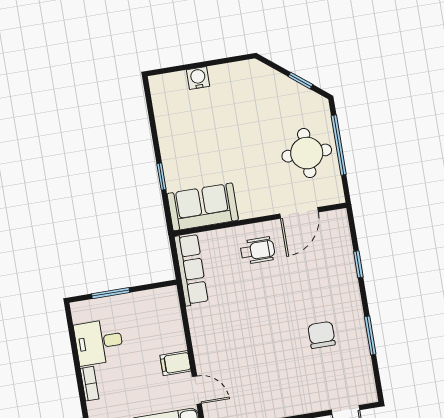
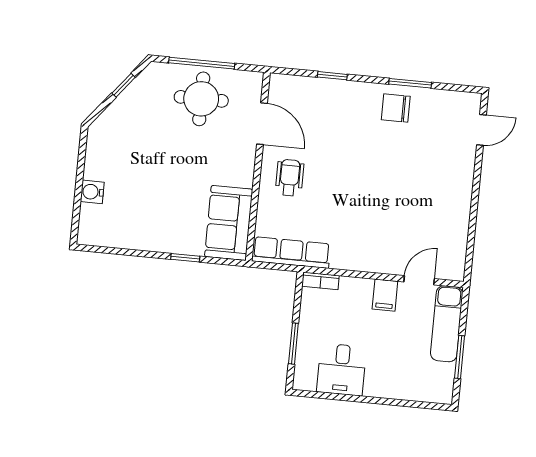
chair: (322, 335) -> (396, 108), moved
bookcase: (90, 384) -> (320, 281), moved, turned 180

